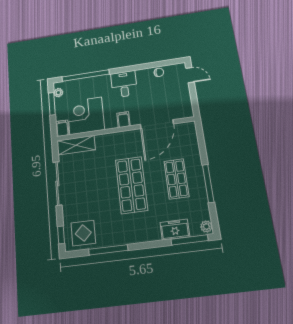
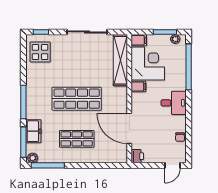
printer: (186, 112) -> (137, 156), added
filing cabinet: (123, 120) -> (138, 86), moved
shelving: (76, 145) -> (120, 60), width x1.47
window: (208, 183) -> (48, 165), moved
window: (108, 250) -> (23, 102), moved

